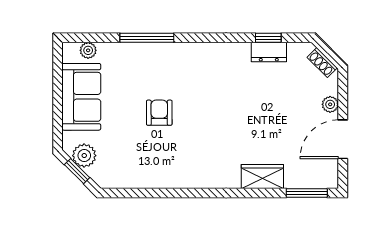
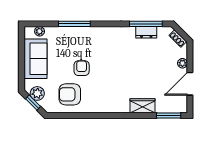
window: (268, 38) -> (146, 24), width x2.17
armchair: (139, 157) -> (70, 94), added

